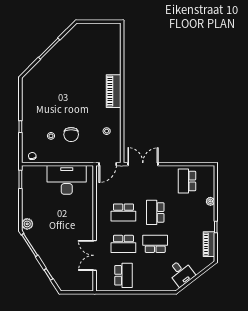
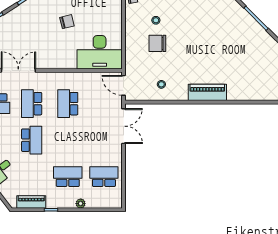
desk: (67, 180) -> (100, 52), moved, turned 90
school desk: (155, 212) -> (68, 177), moved
chair: (52, 213) -> (67, 22), added

